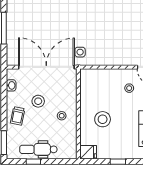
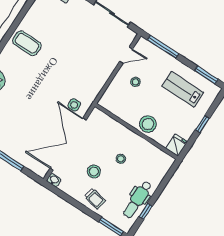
washbasin: (11, 85) -> (54, 180), moved
wall: (78, 114) -> (136, 131), moved
fridge: (88, 152) -> (177, 145), moved
window: (118, 162) -> (202, 124), moved

